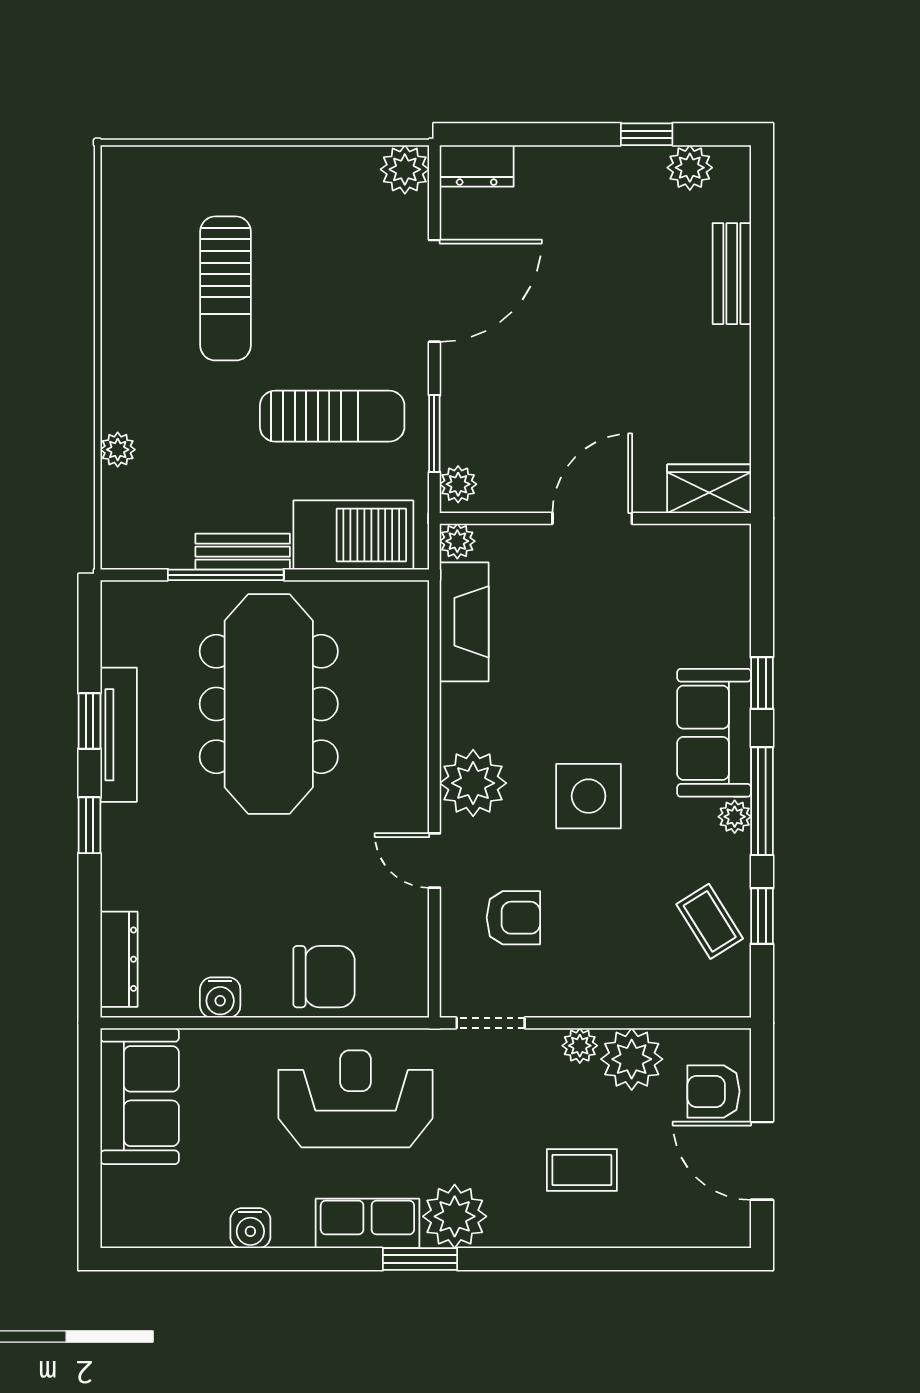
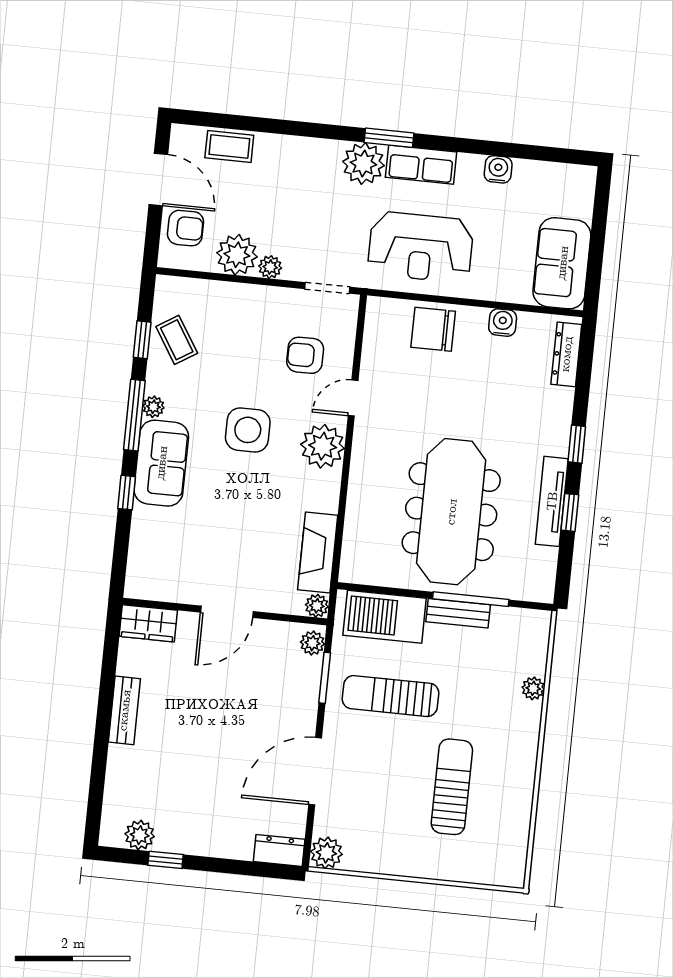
bench: (732, 274) -> (124, 710), moved
door: (434, 860) -> (353, 398), swing flipped
coffee table: (582, 1170) -> (229, 147), moved

